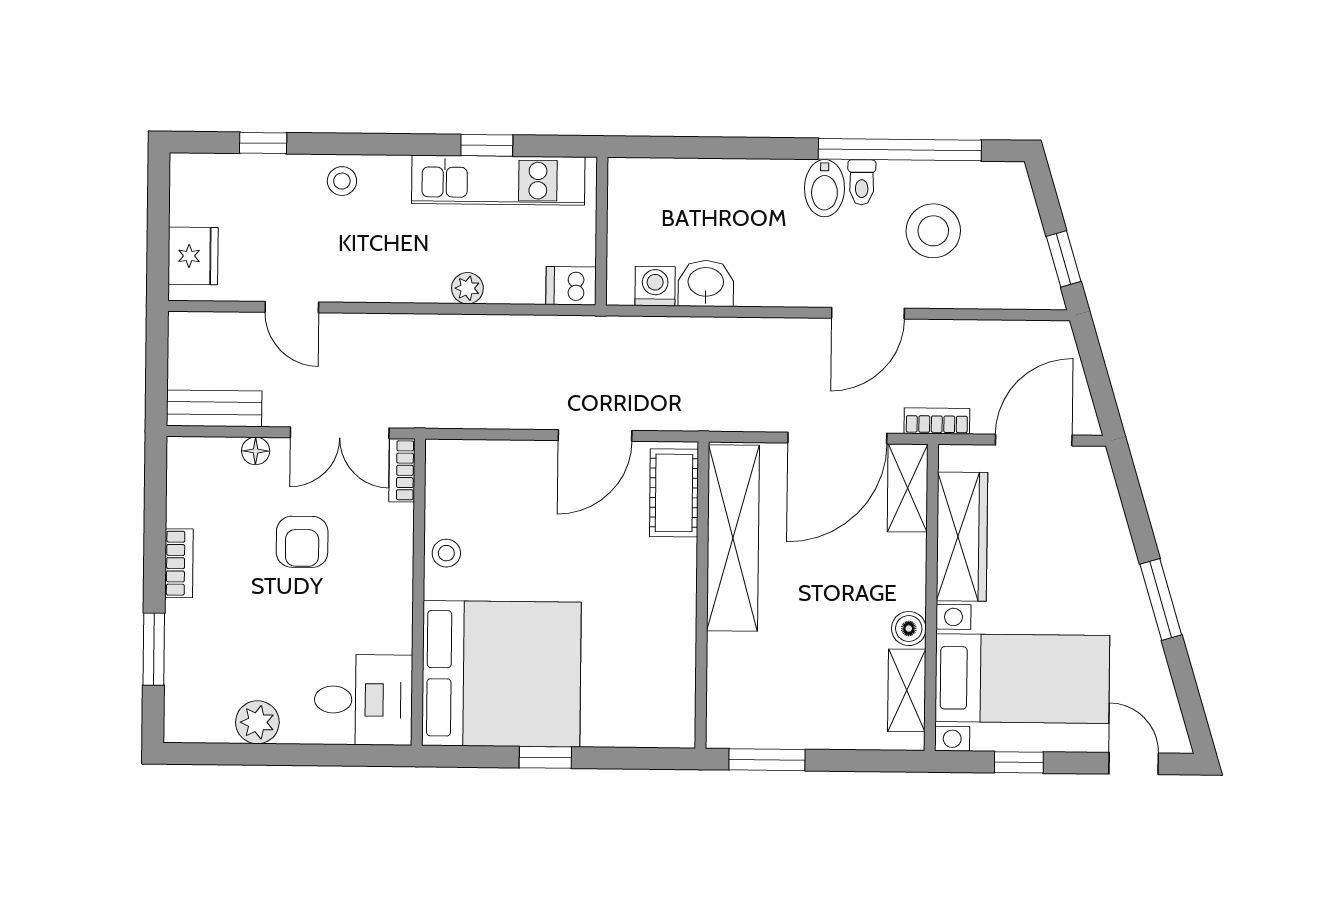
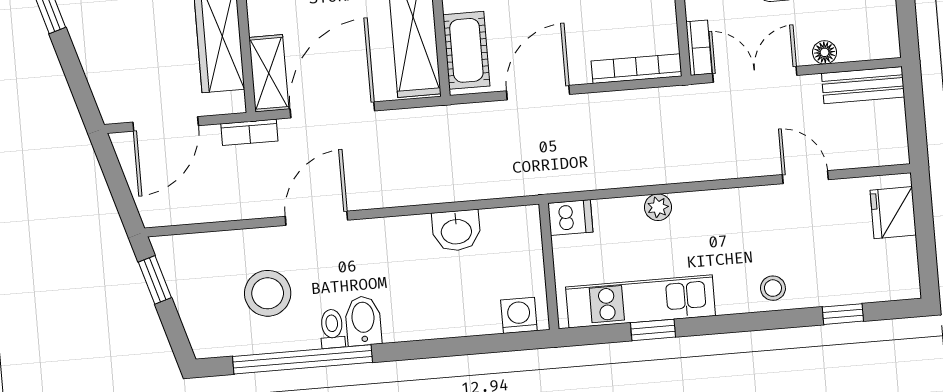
washing machine: (655, 286) -> (519, 315), moved, turned 180
bookcase: (477, 453) -> (637, 69), added

